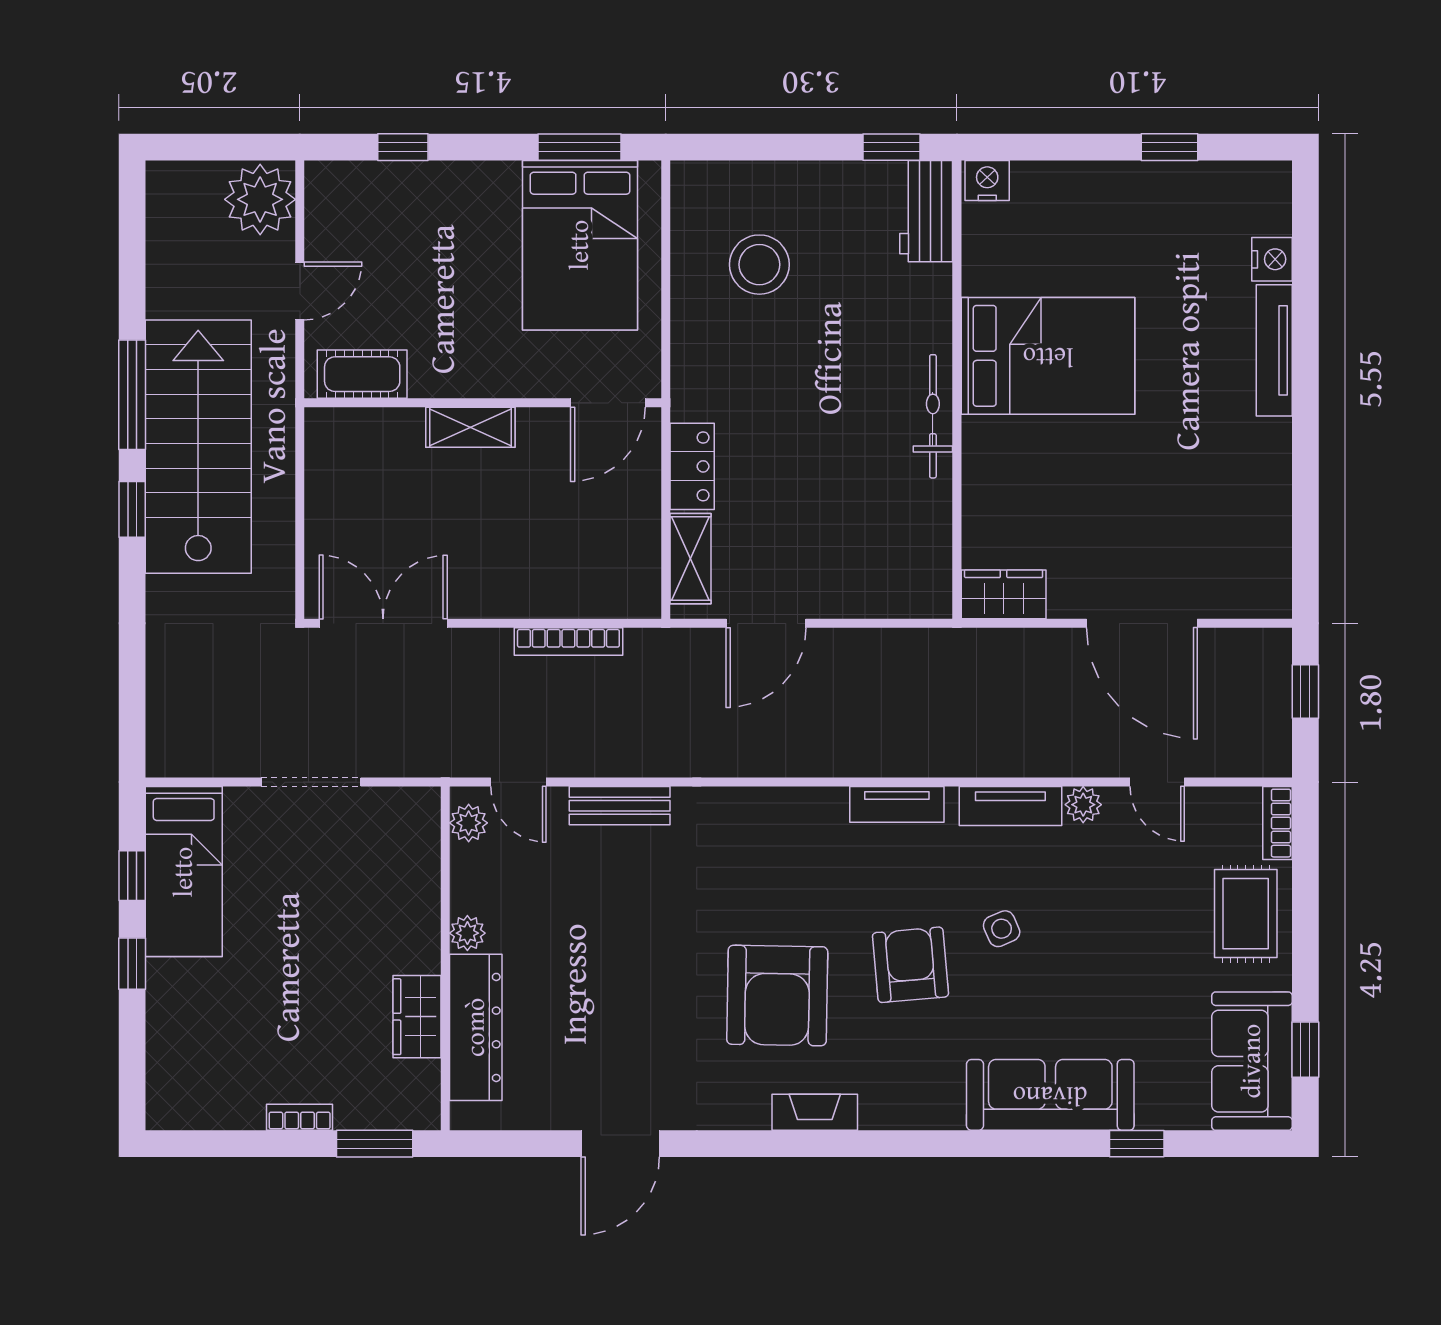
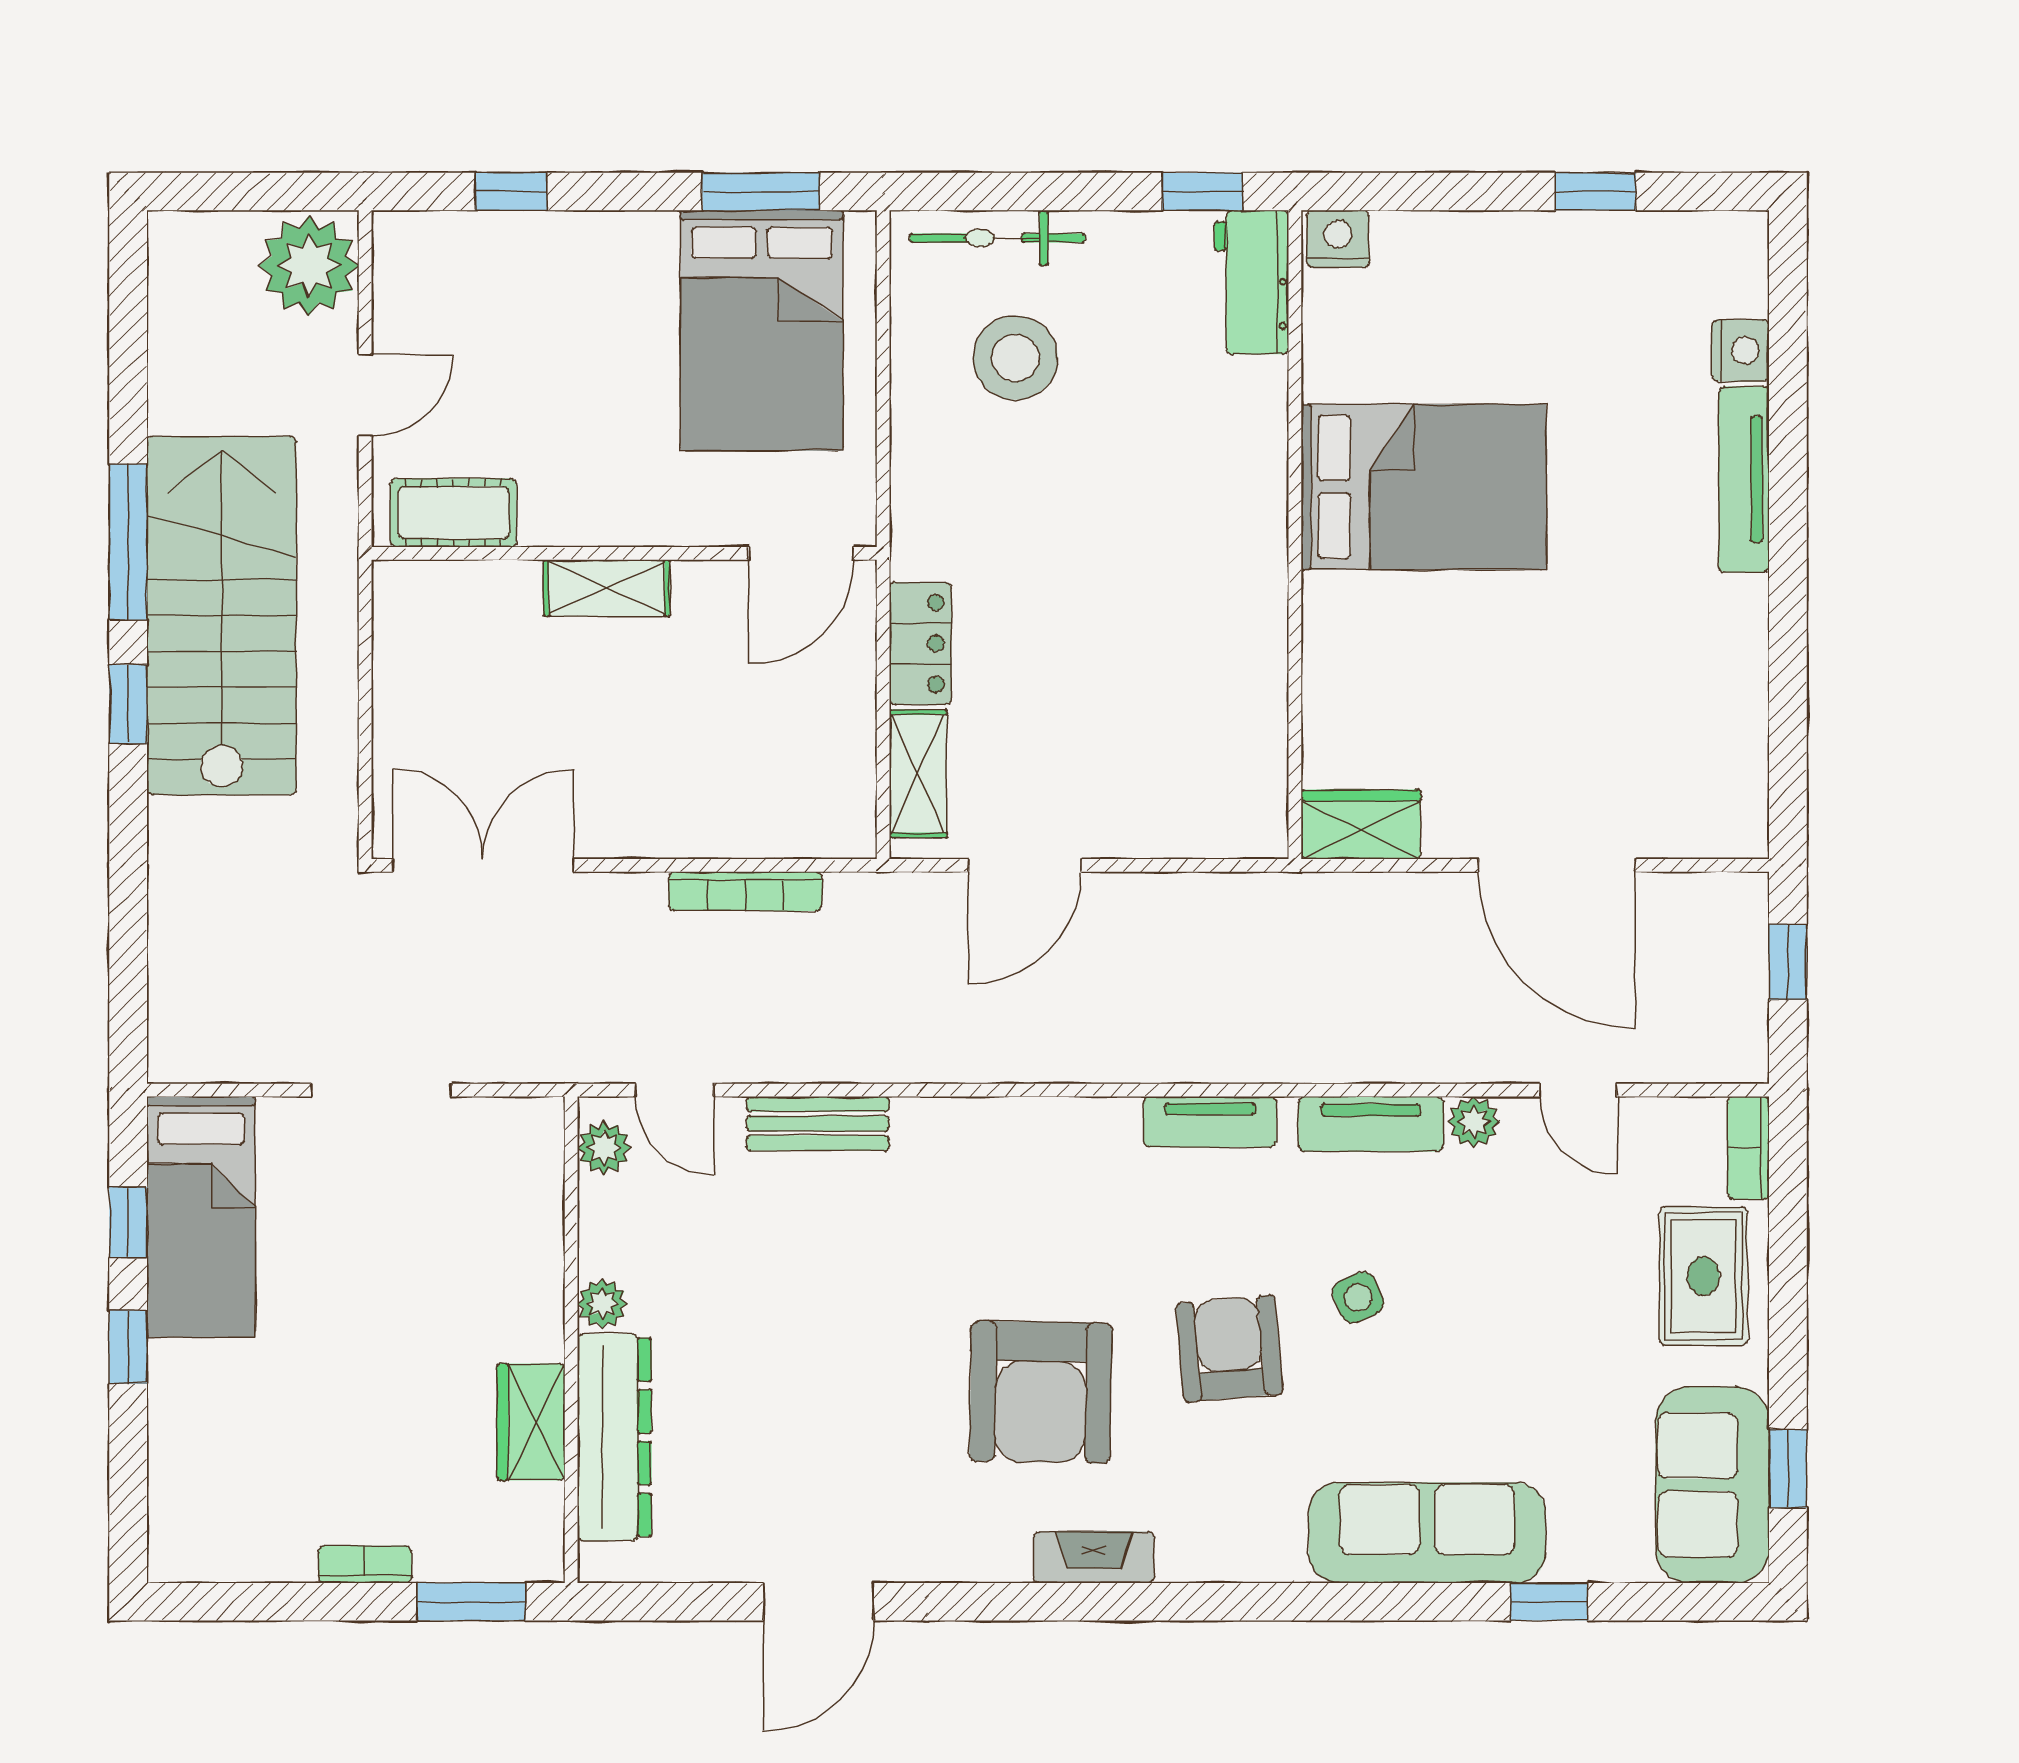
bicycle: (933, 416) -> (997, 238), moved, turned -90

